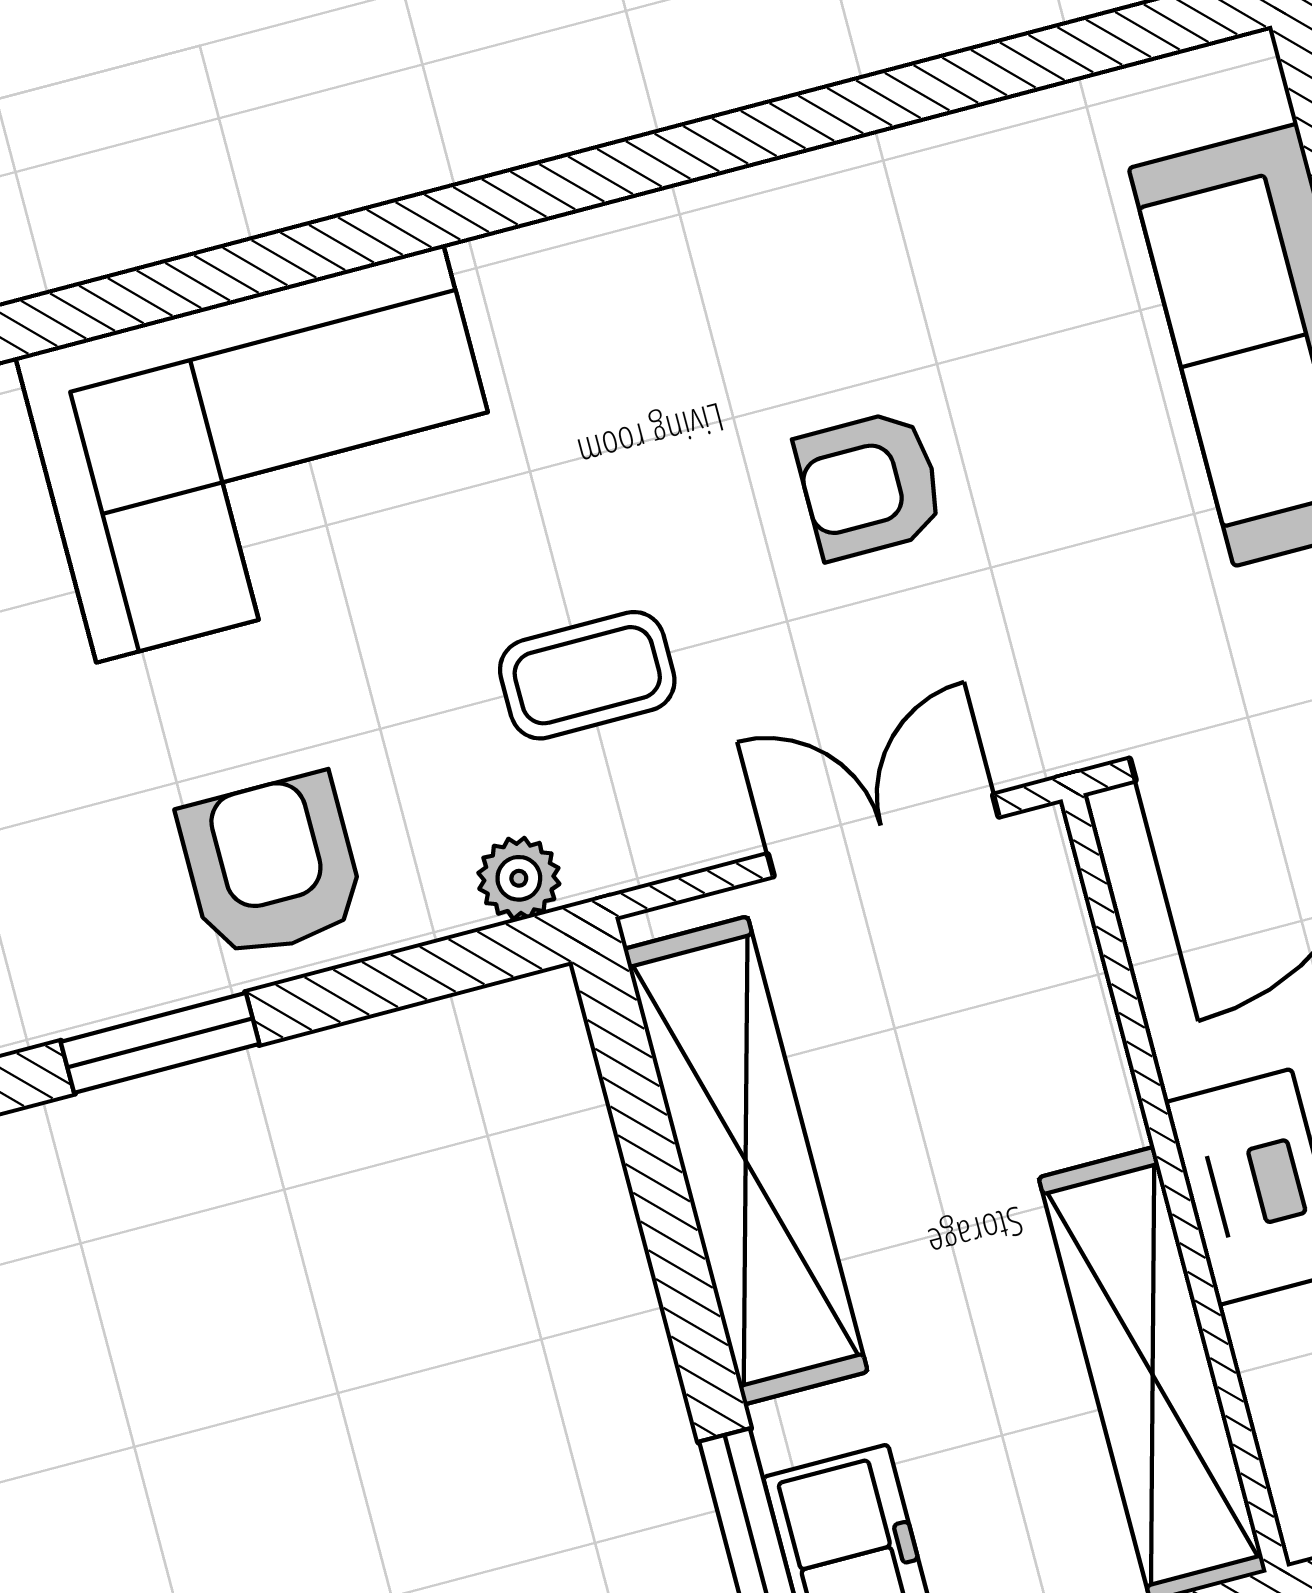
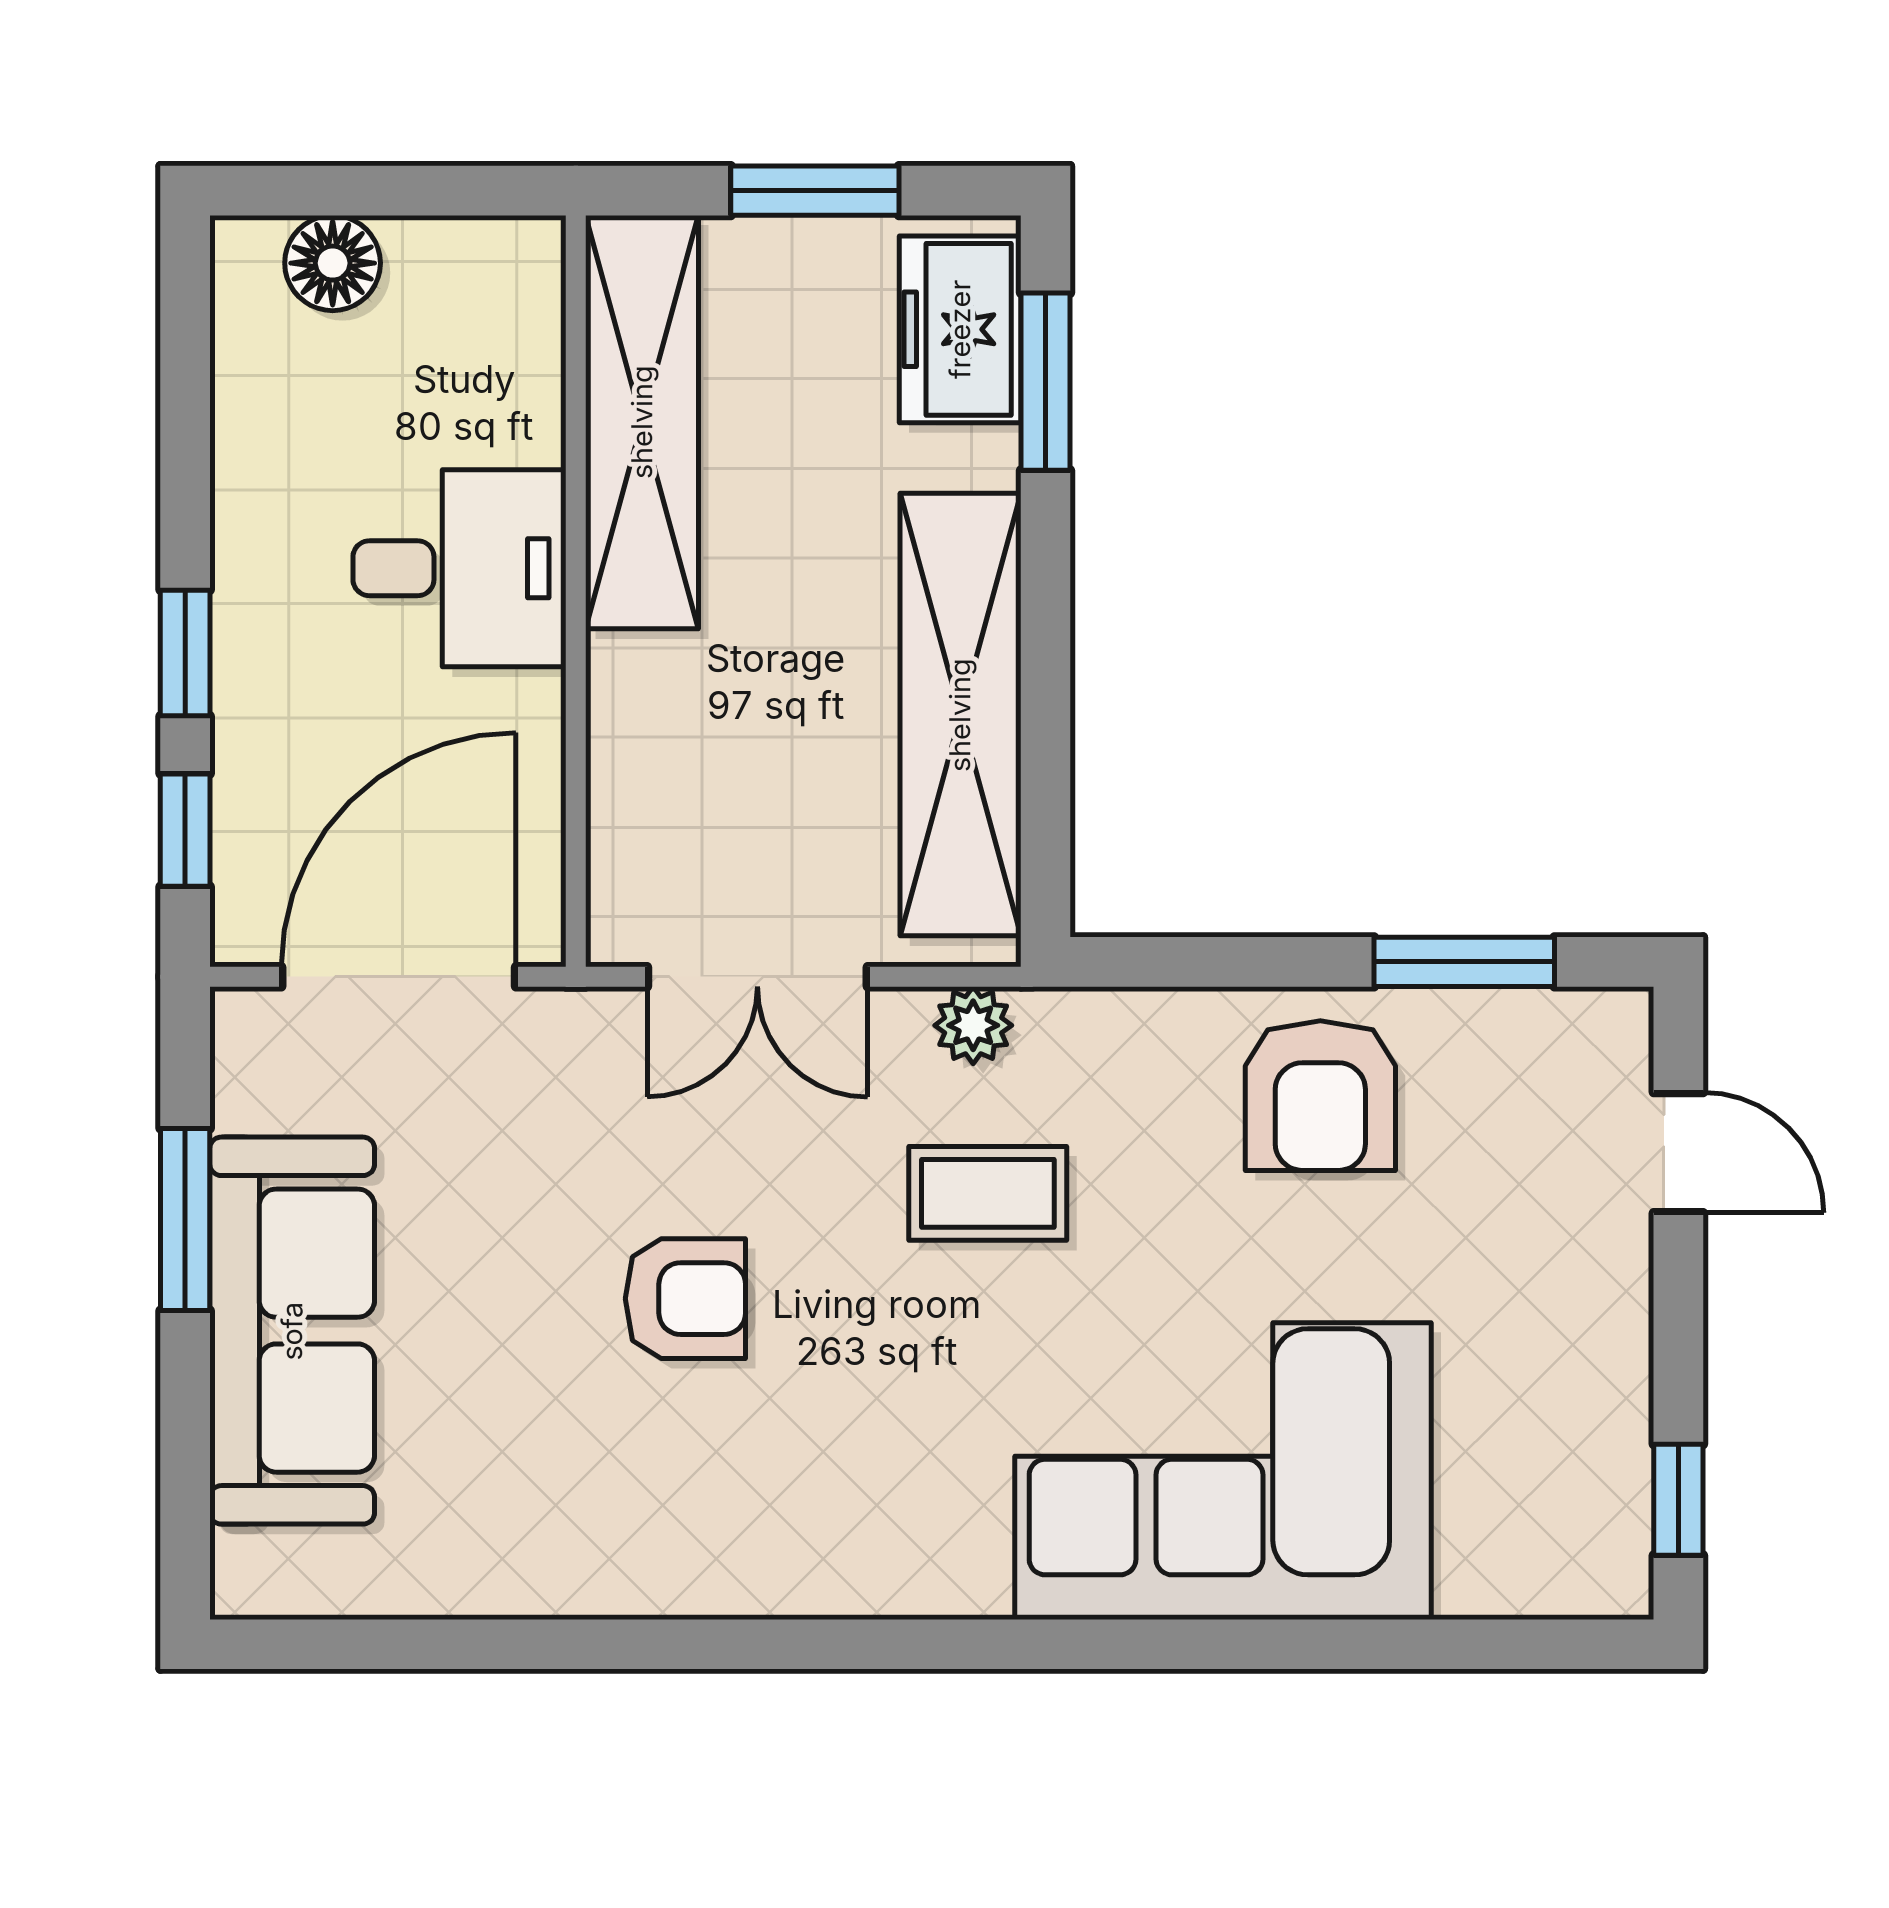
plant: (519, 878) -> (973, 1025), moved

